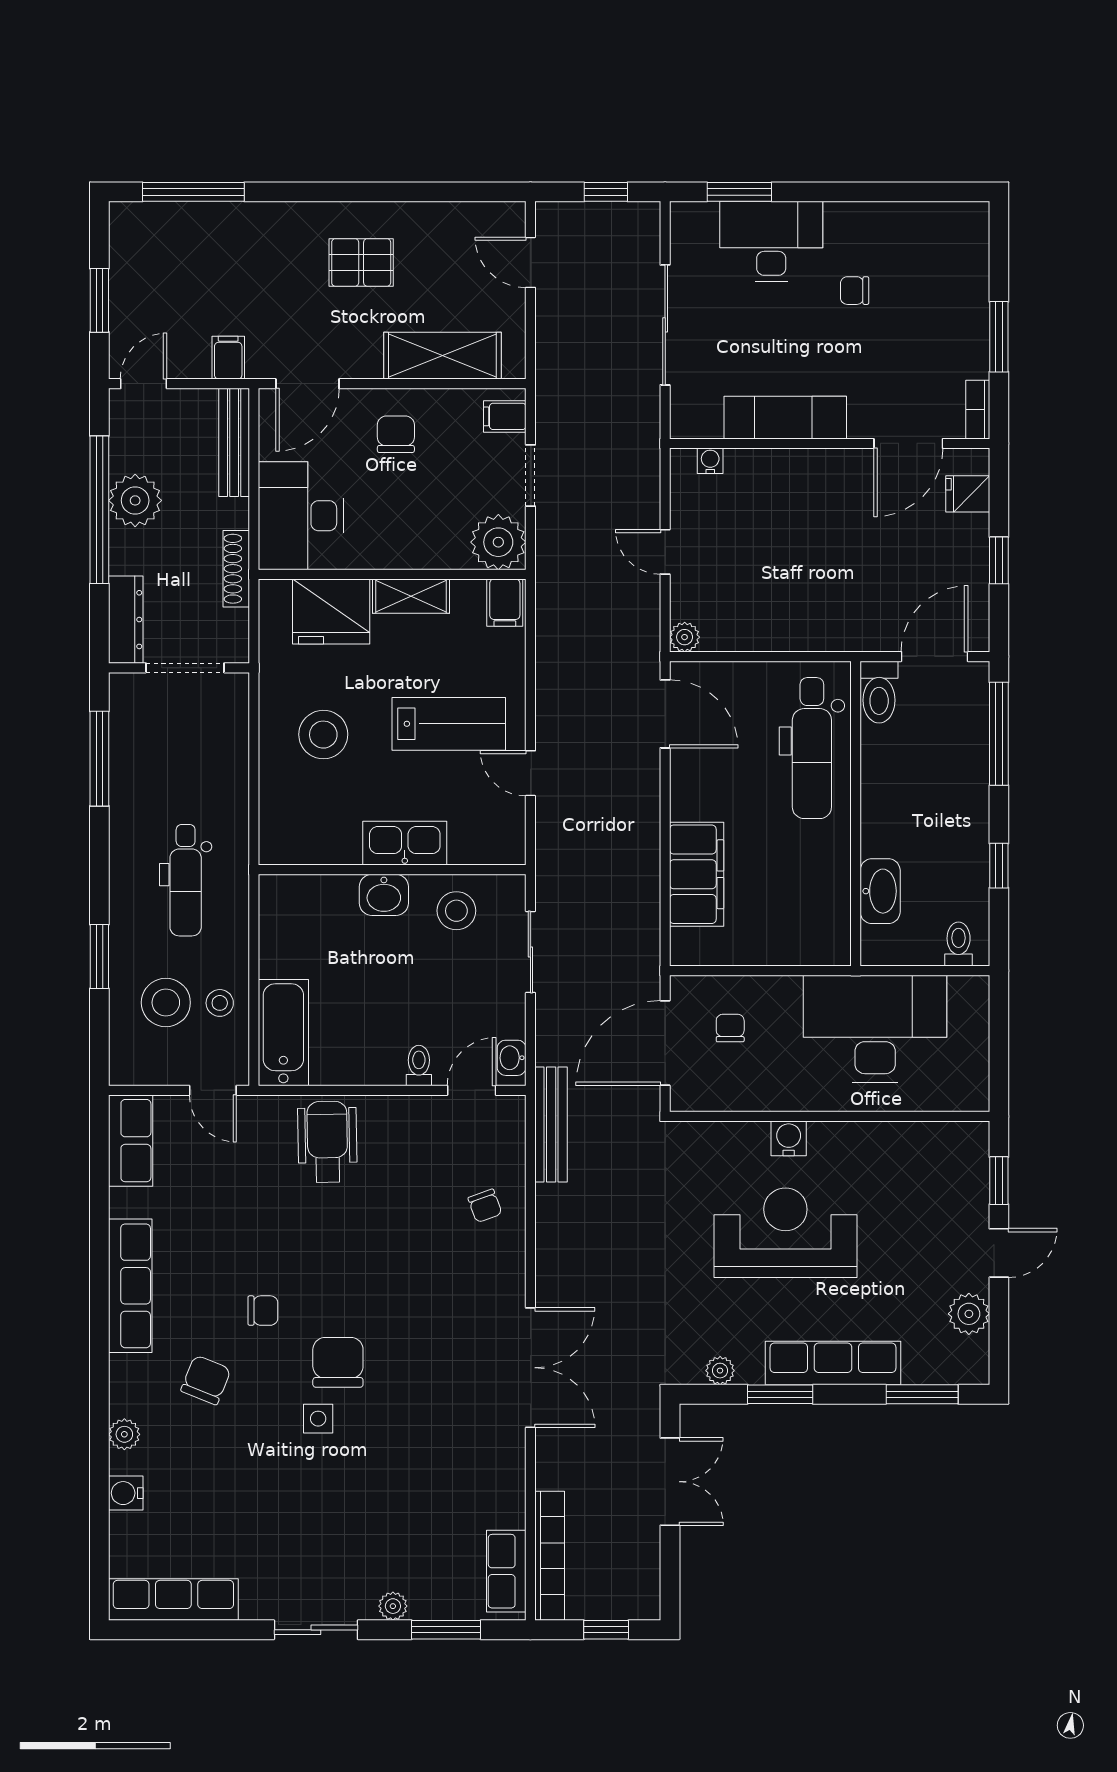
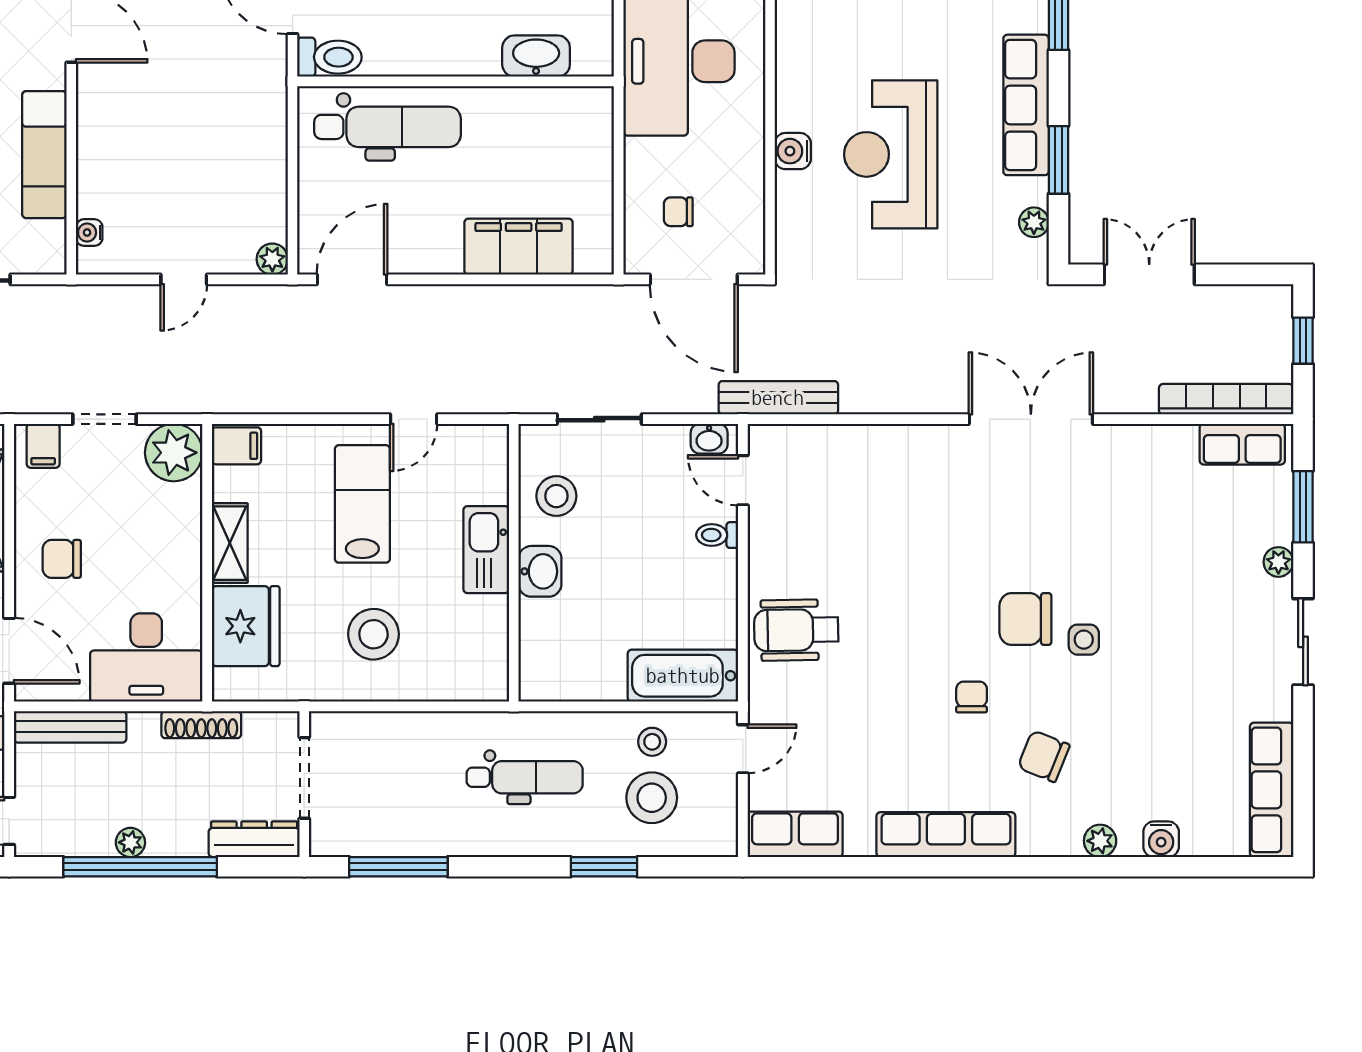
plant: (135, 500) -> (130, 842), width x0.53, depth x0.53
chair: (485, 1206) -> (863, 466), removed

